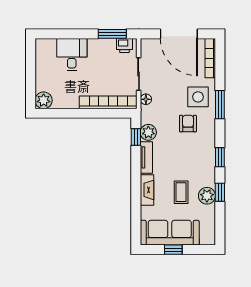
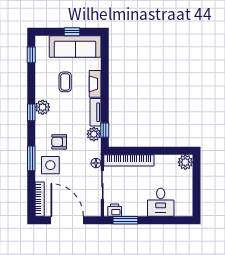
armchair: (188, 124) -> (59, 142), turned 90
window: (220, 192) -> (31, 55), moved
plant: (207, 196) -> (43, 107), moved

